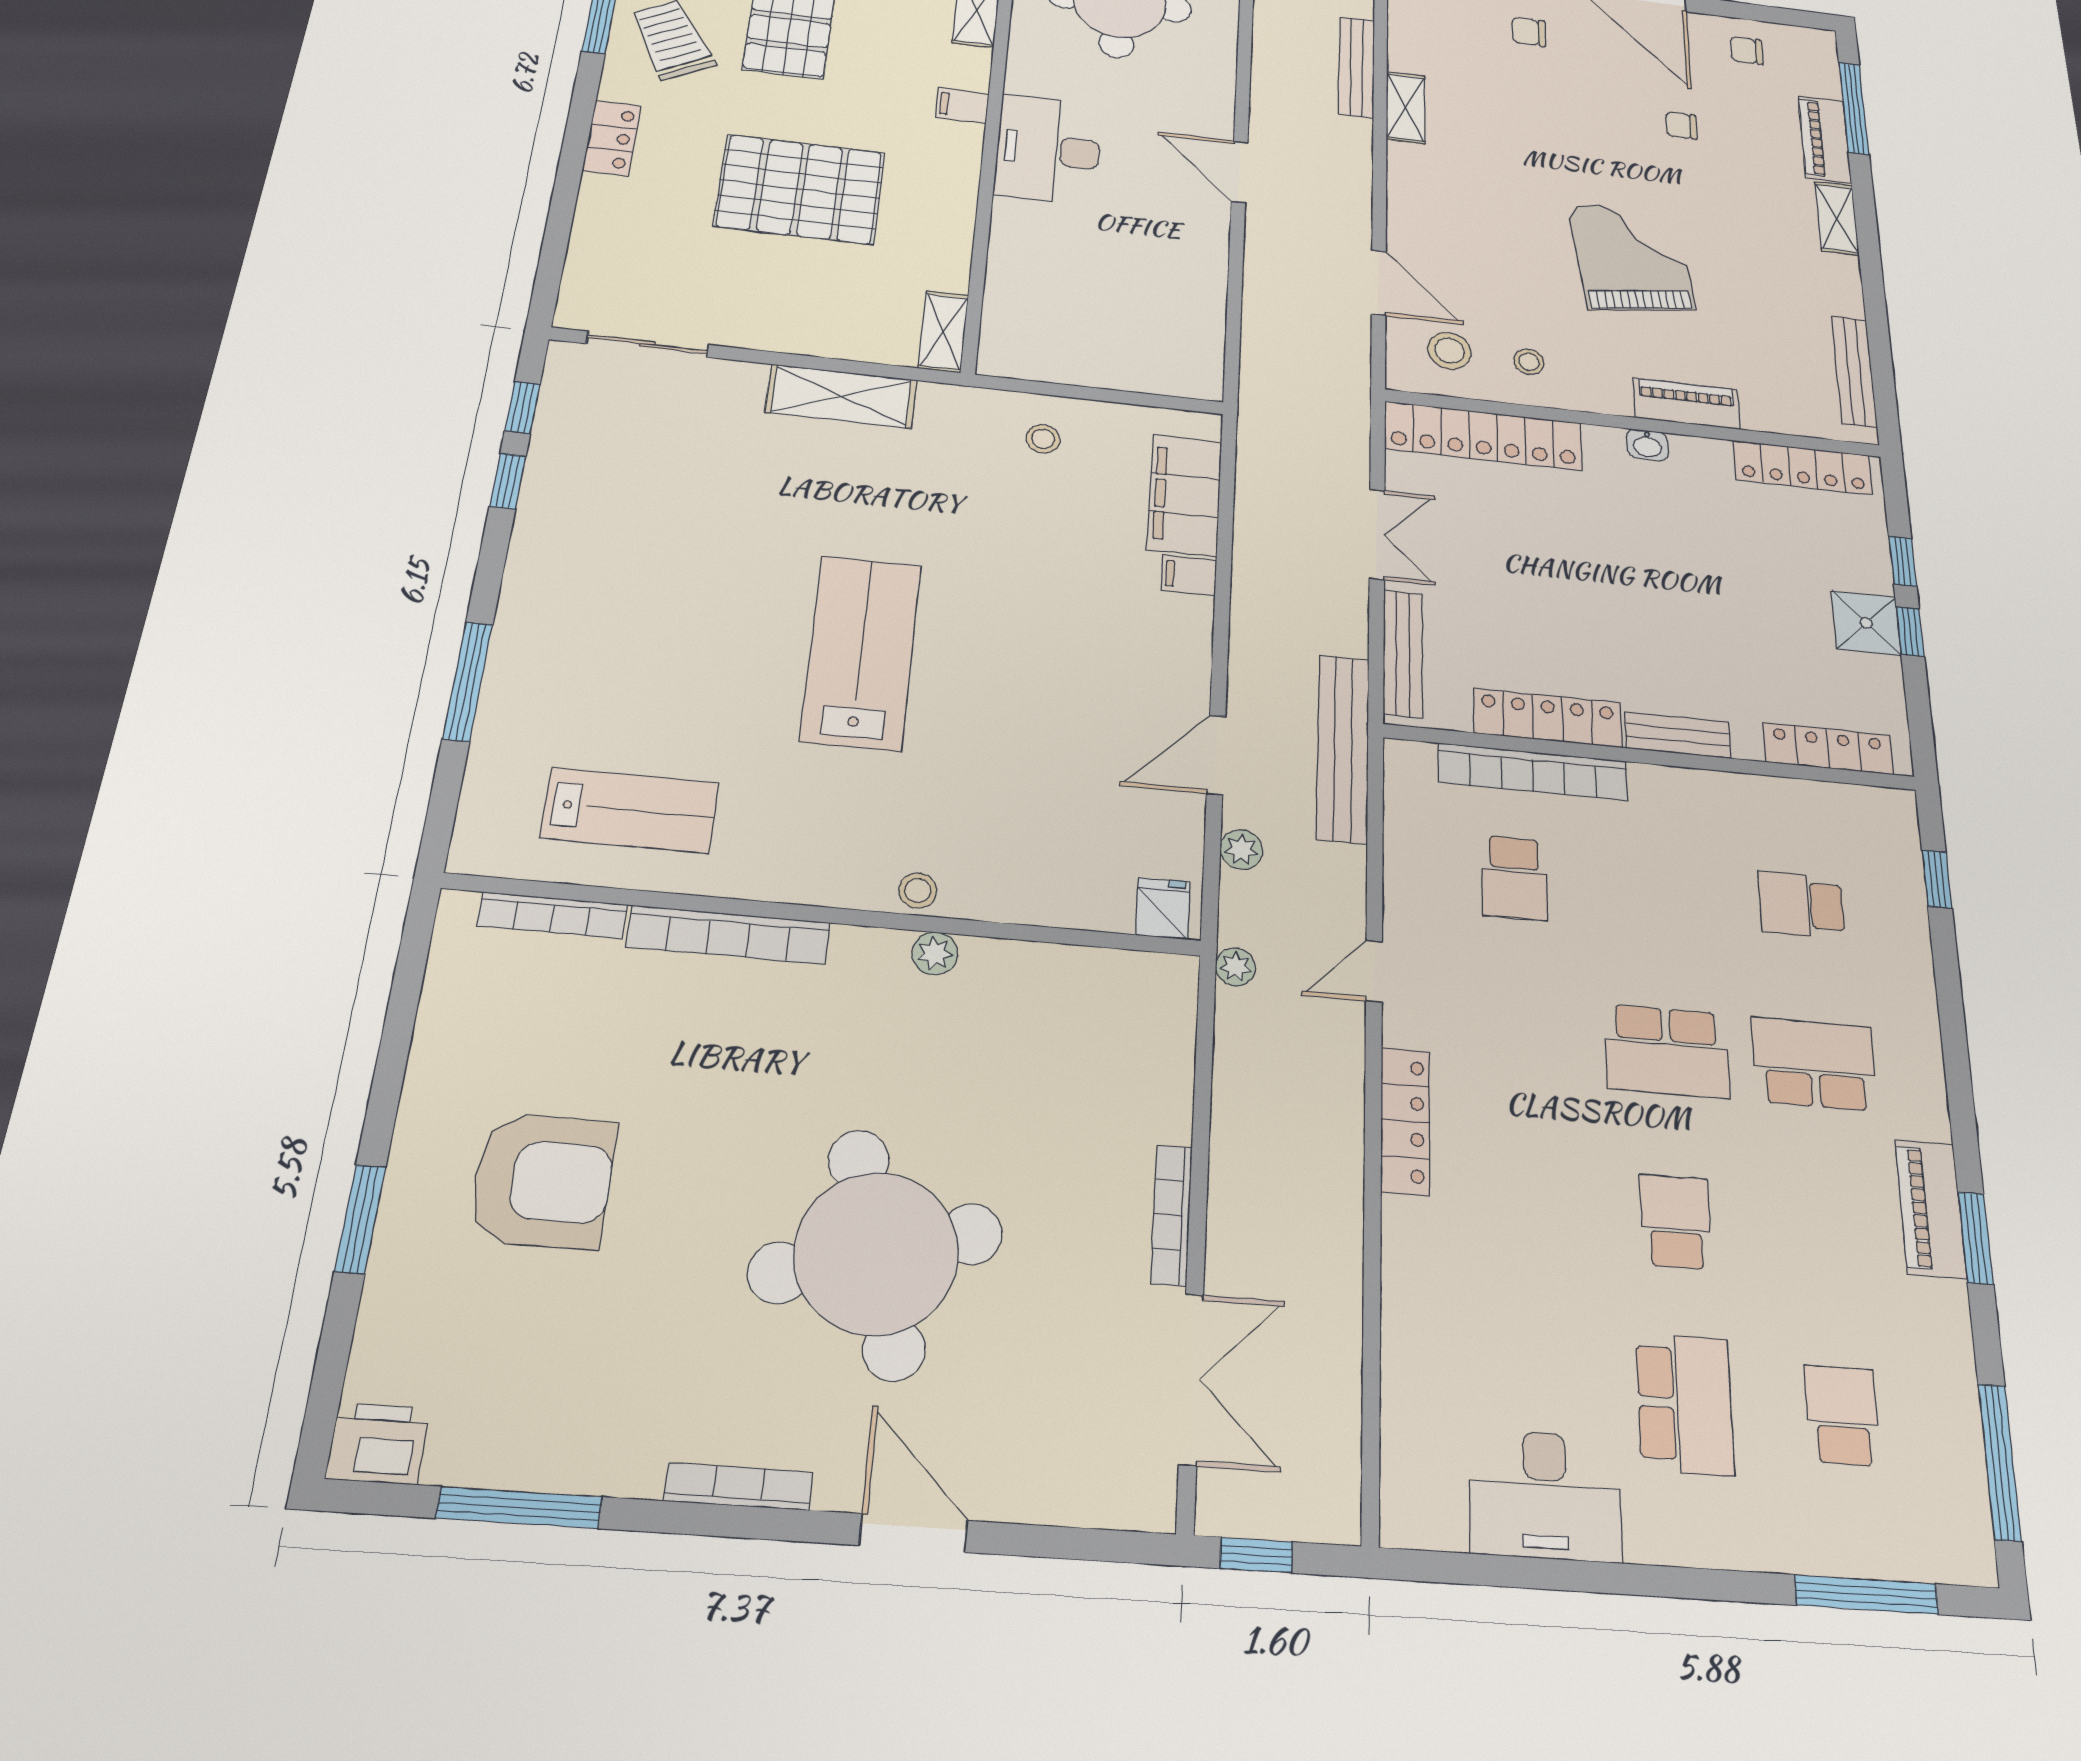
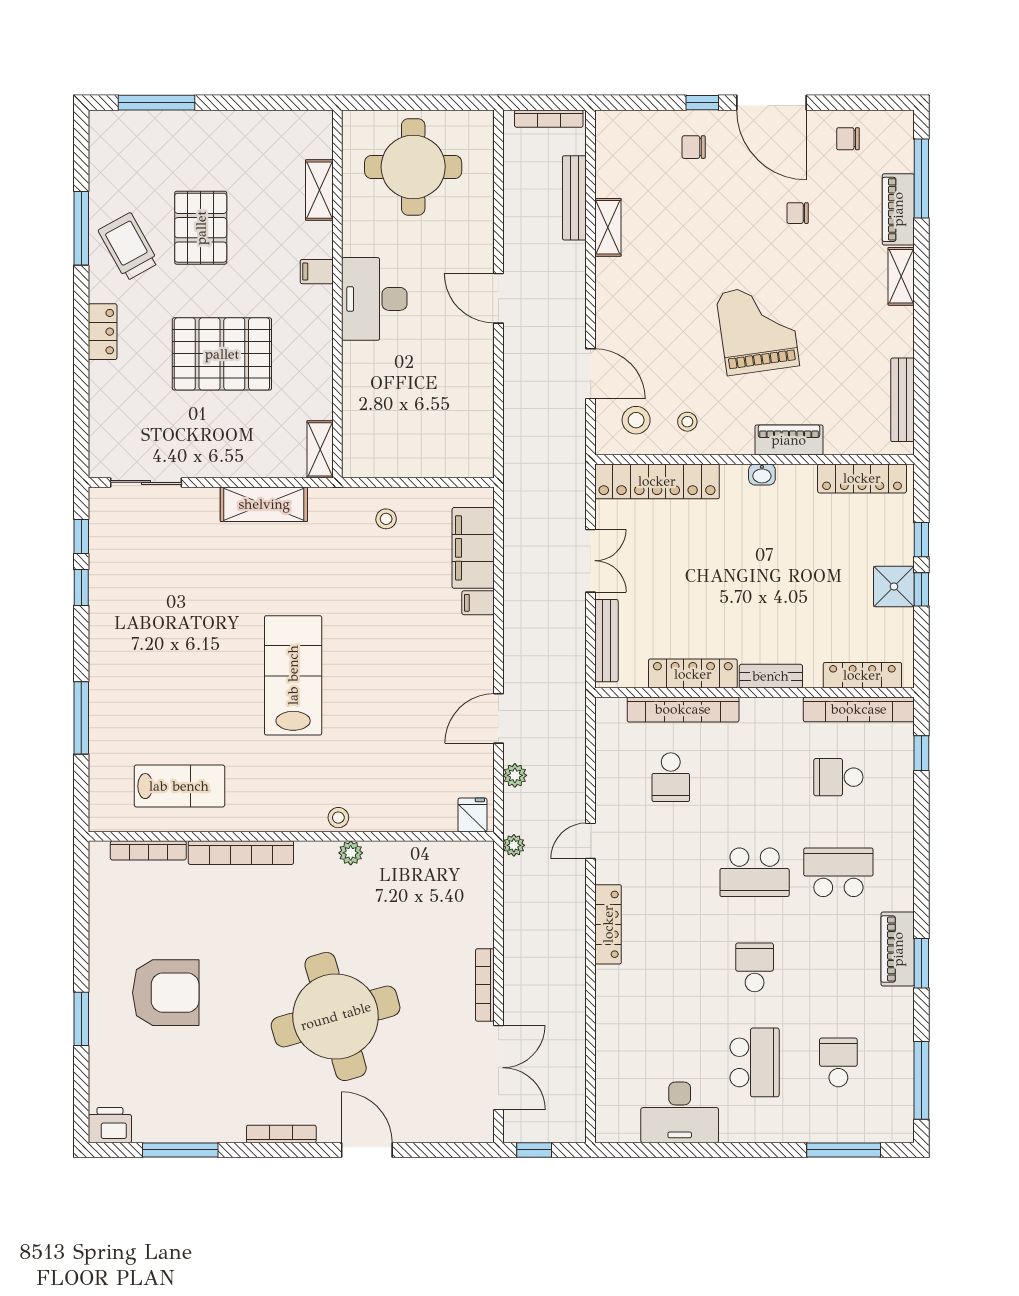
bench: (1343, 748) -> (572, 706), removed
bookcase: (1827, 800) -> (859, 709), added

